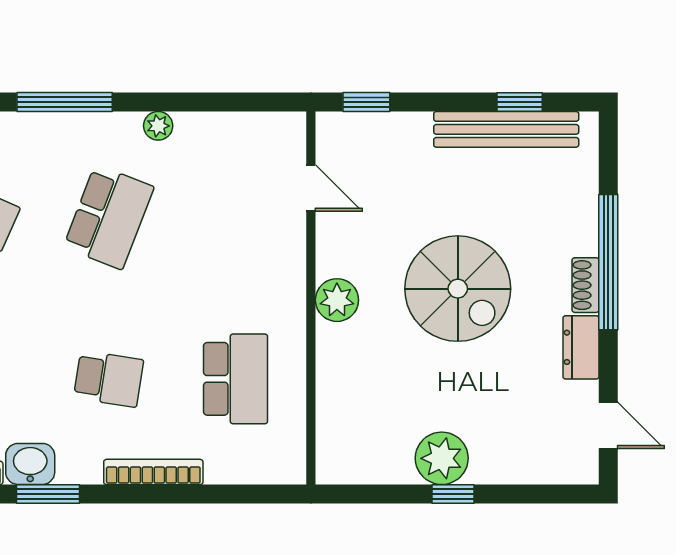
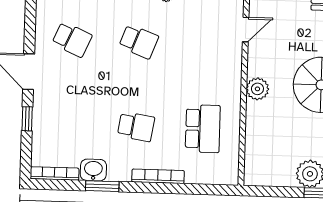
door: (311, 188) -> (246, 30), hinge flipped
school desk: (109, 217) -> (139, 41), width x0.54

